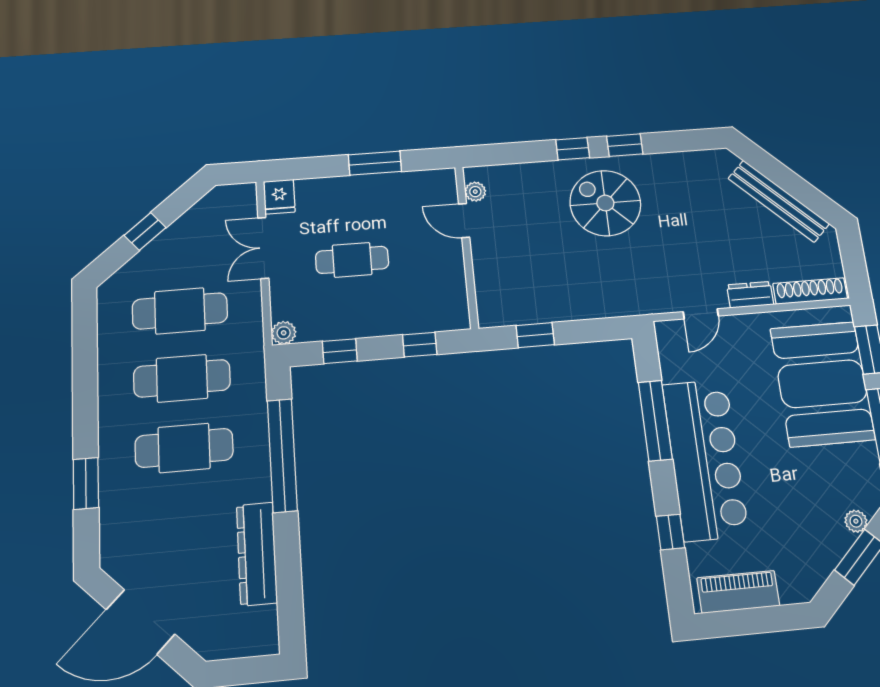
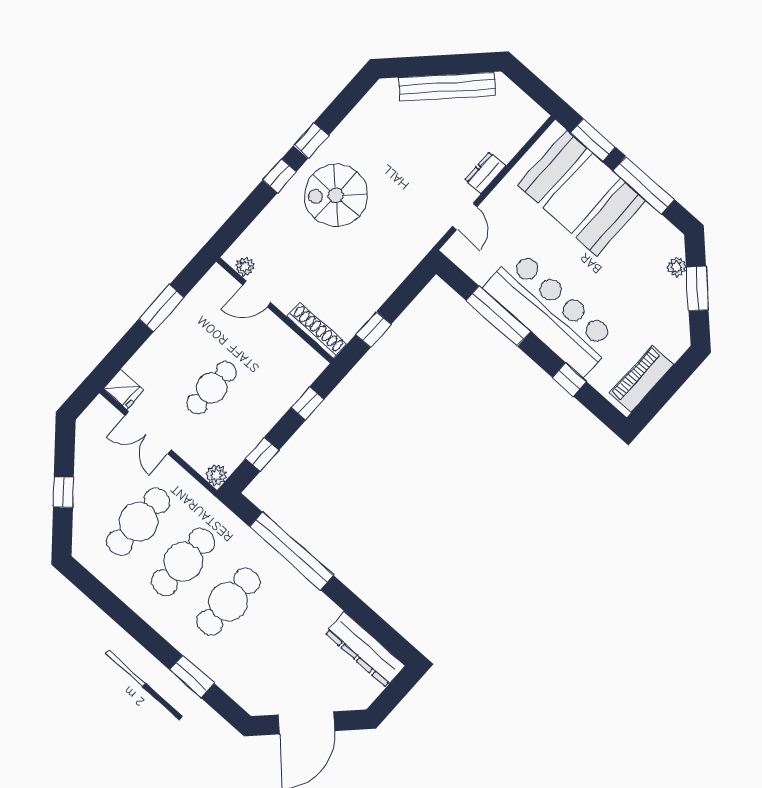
shoe rack: (810, 291) -> (317, 330), moved, turned 90
dresser: (257, 554) -> (365, 649), moved

